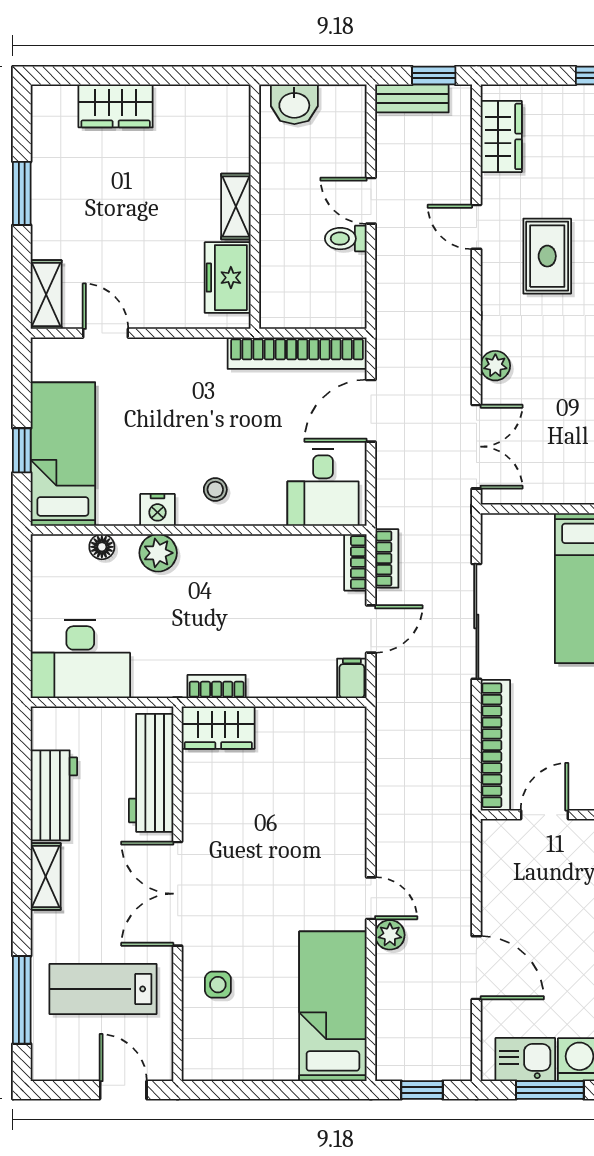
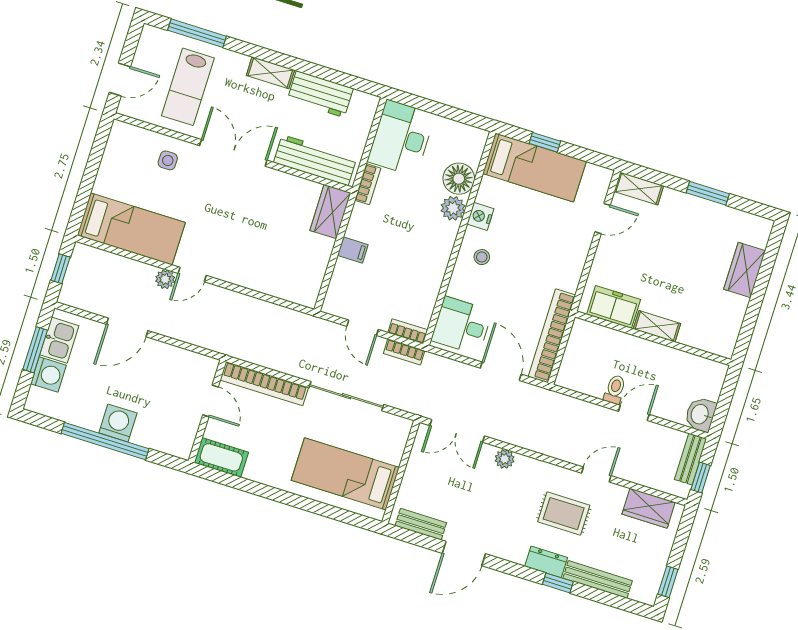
washbasin: (294, 104) -> (700, 414), moved
floor lamp: (102, 547) -> (459, 179), width x1.89, depth x1.89
filing cabinet: (352, 678) -> (353, 250), moved
bookcase: (217, 686) -> (368, 184), moved
lab bench: (103, 989) -> (188, 87), turned 180

